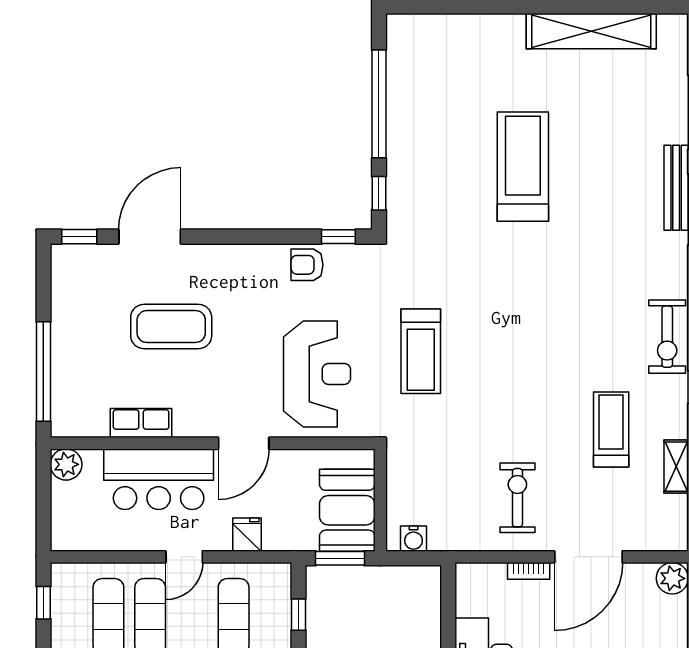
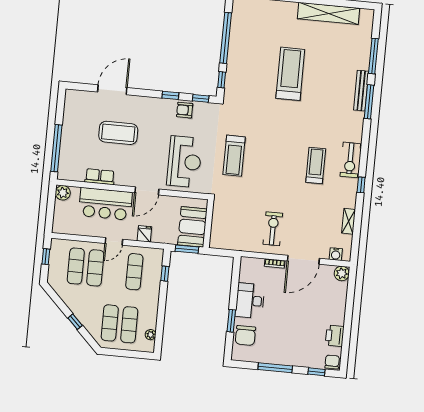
window: (79, 237) -> (170, 95), moved
treadmill: (611, 429) -> (316, 166), moved
water cooler: (414, 539) -> (336, 254), moved

